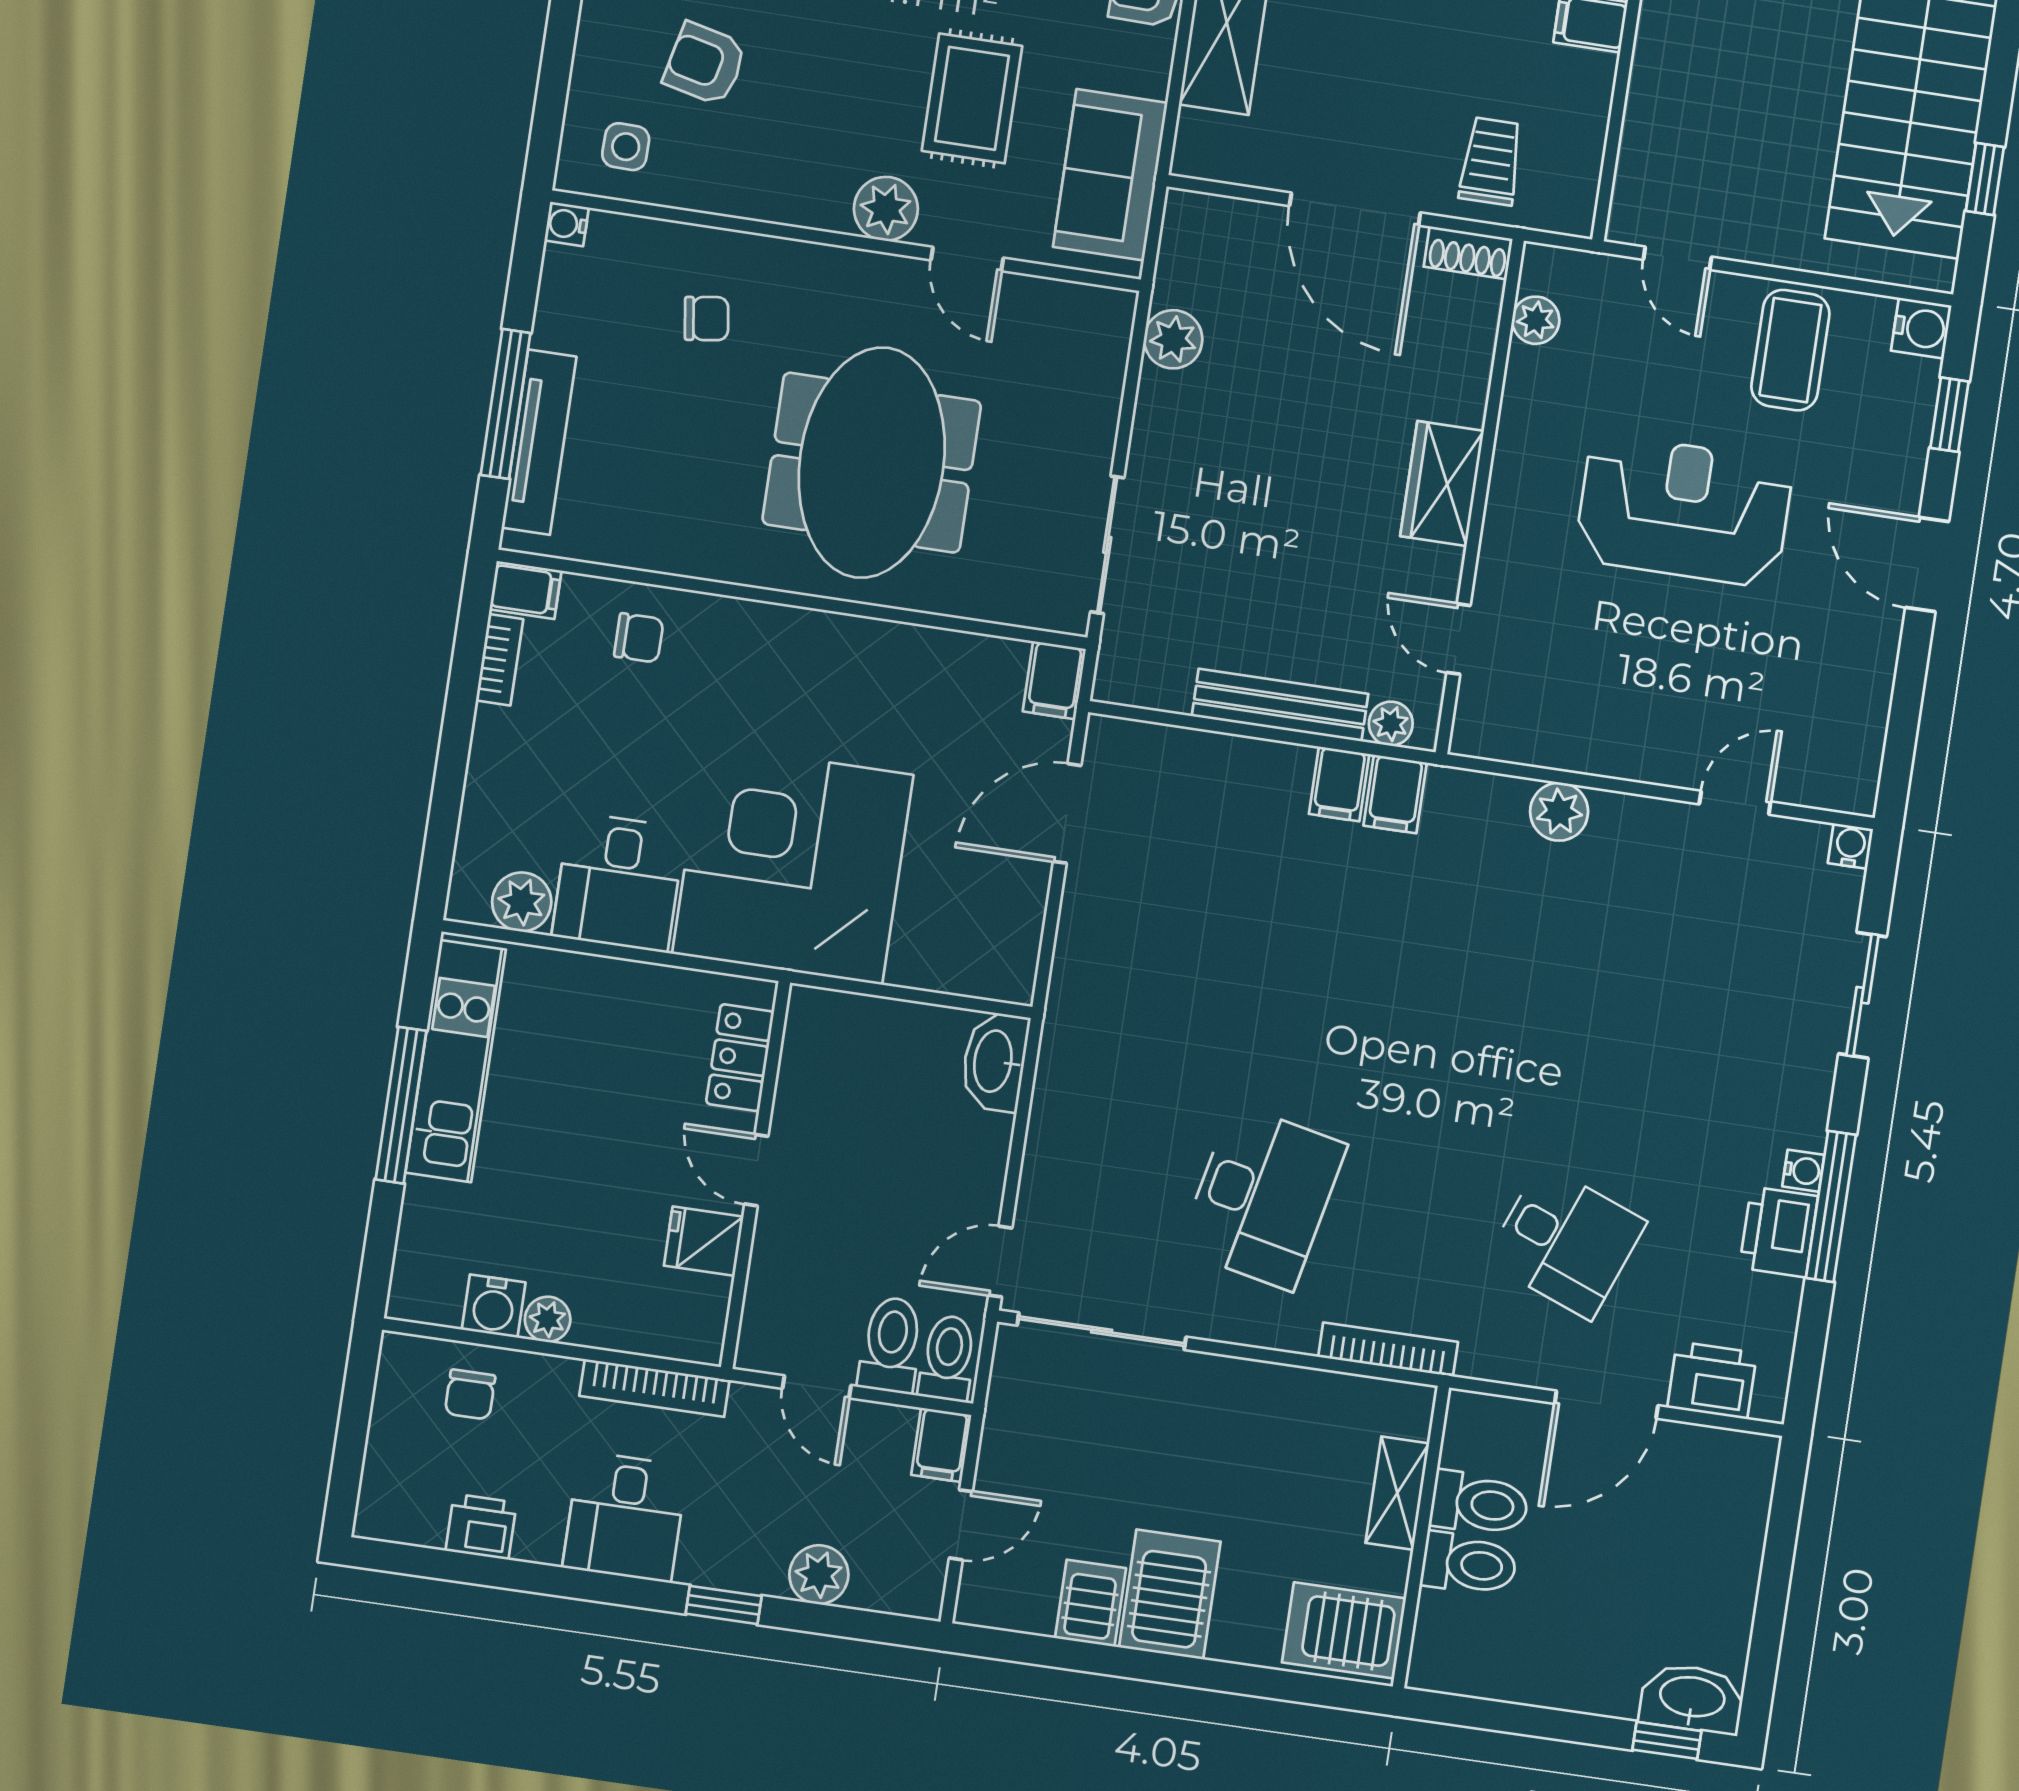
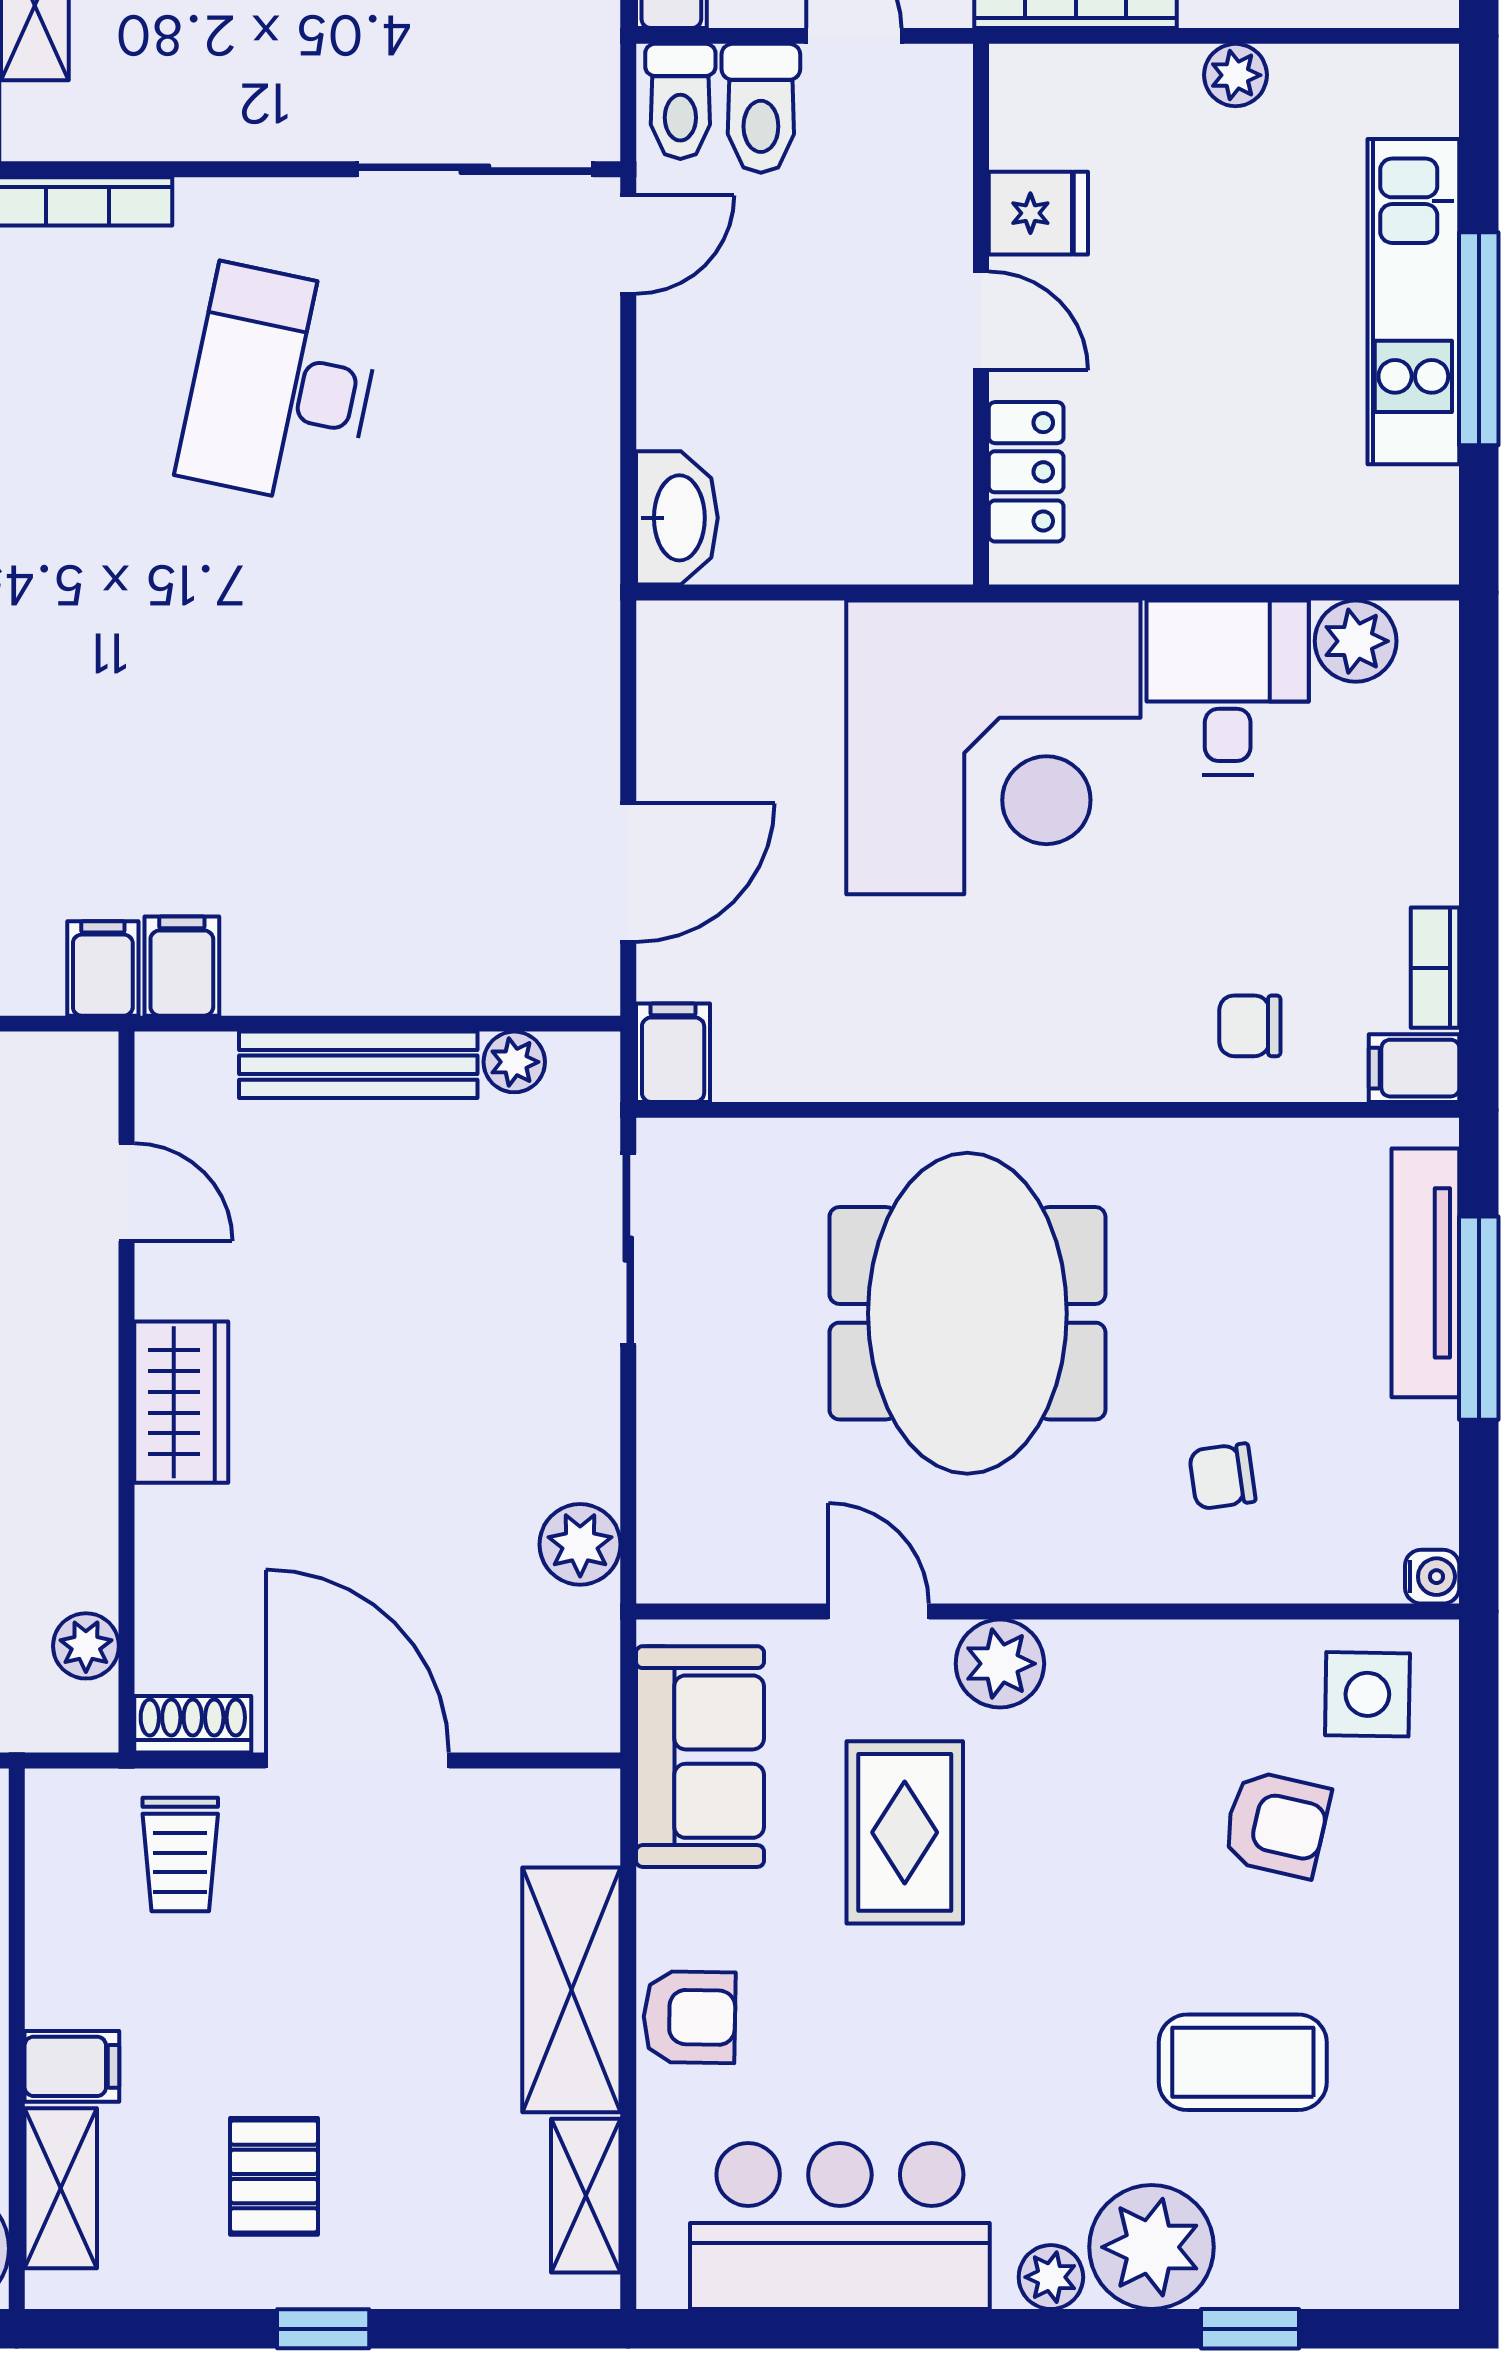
side table: (626, 147) -> (1367, 1694), width x1.37, depth x1.37
plant: (1391, 724) -> (514, 1062), moved
filing cabinet: (1339, 784) -> (103, 968), moved
kitchen unit: (456, 1061) -> (1413, 302), moved
water cooler: (494, 1306) -> (1312, 82), removed

